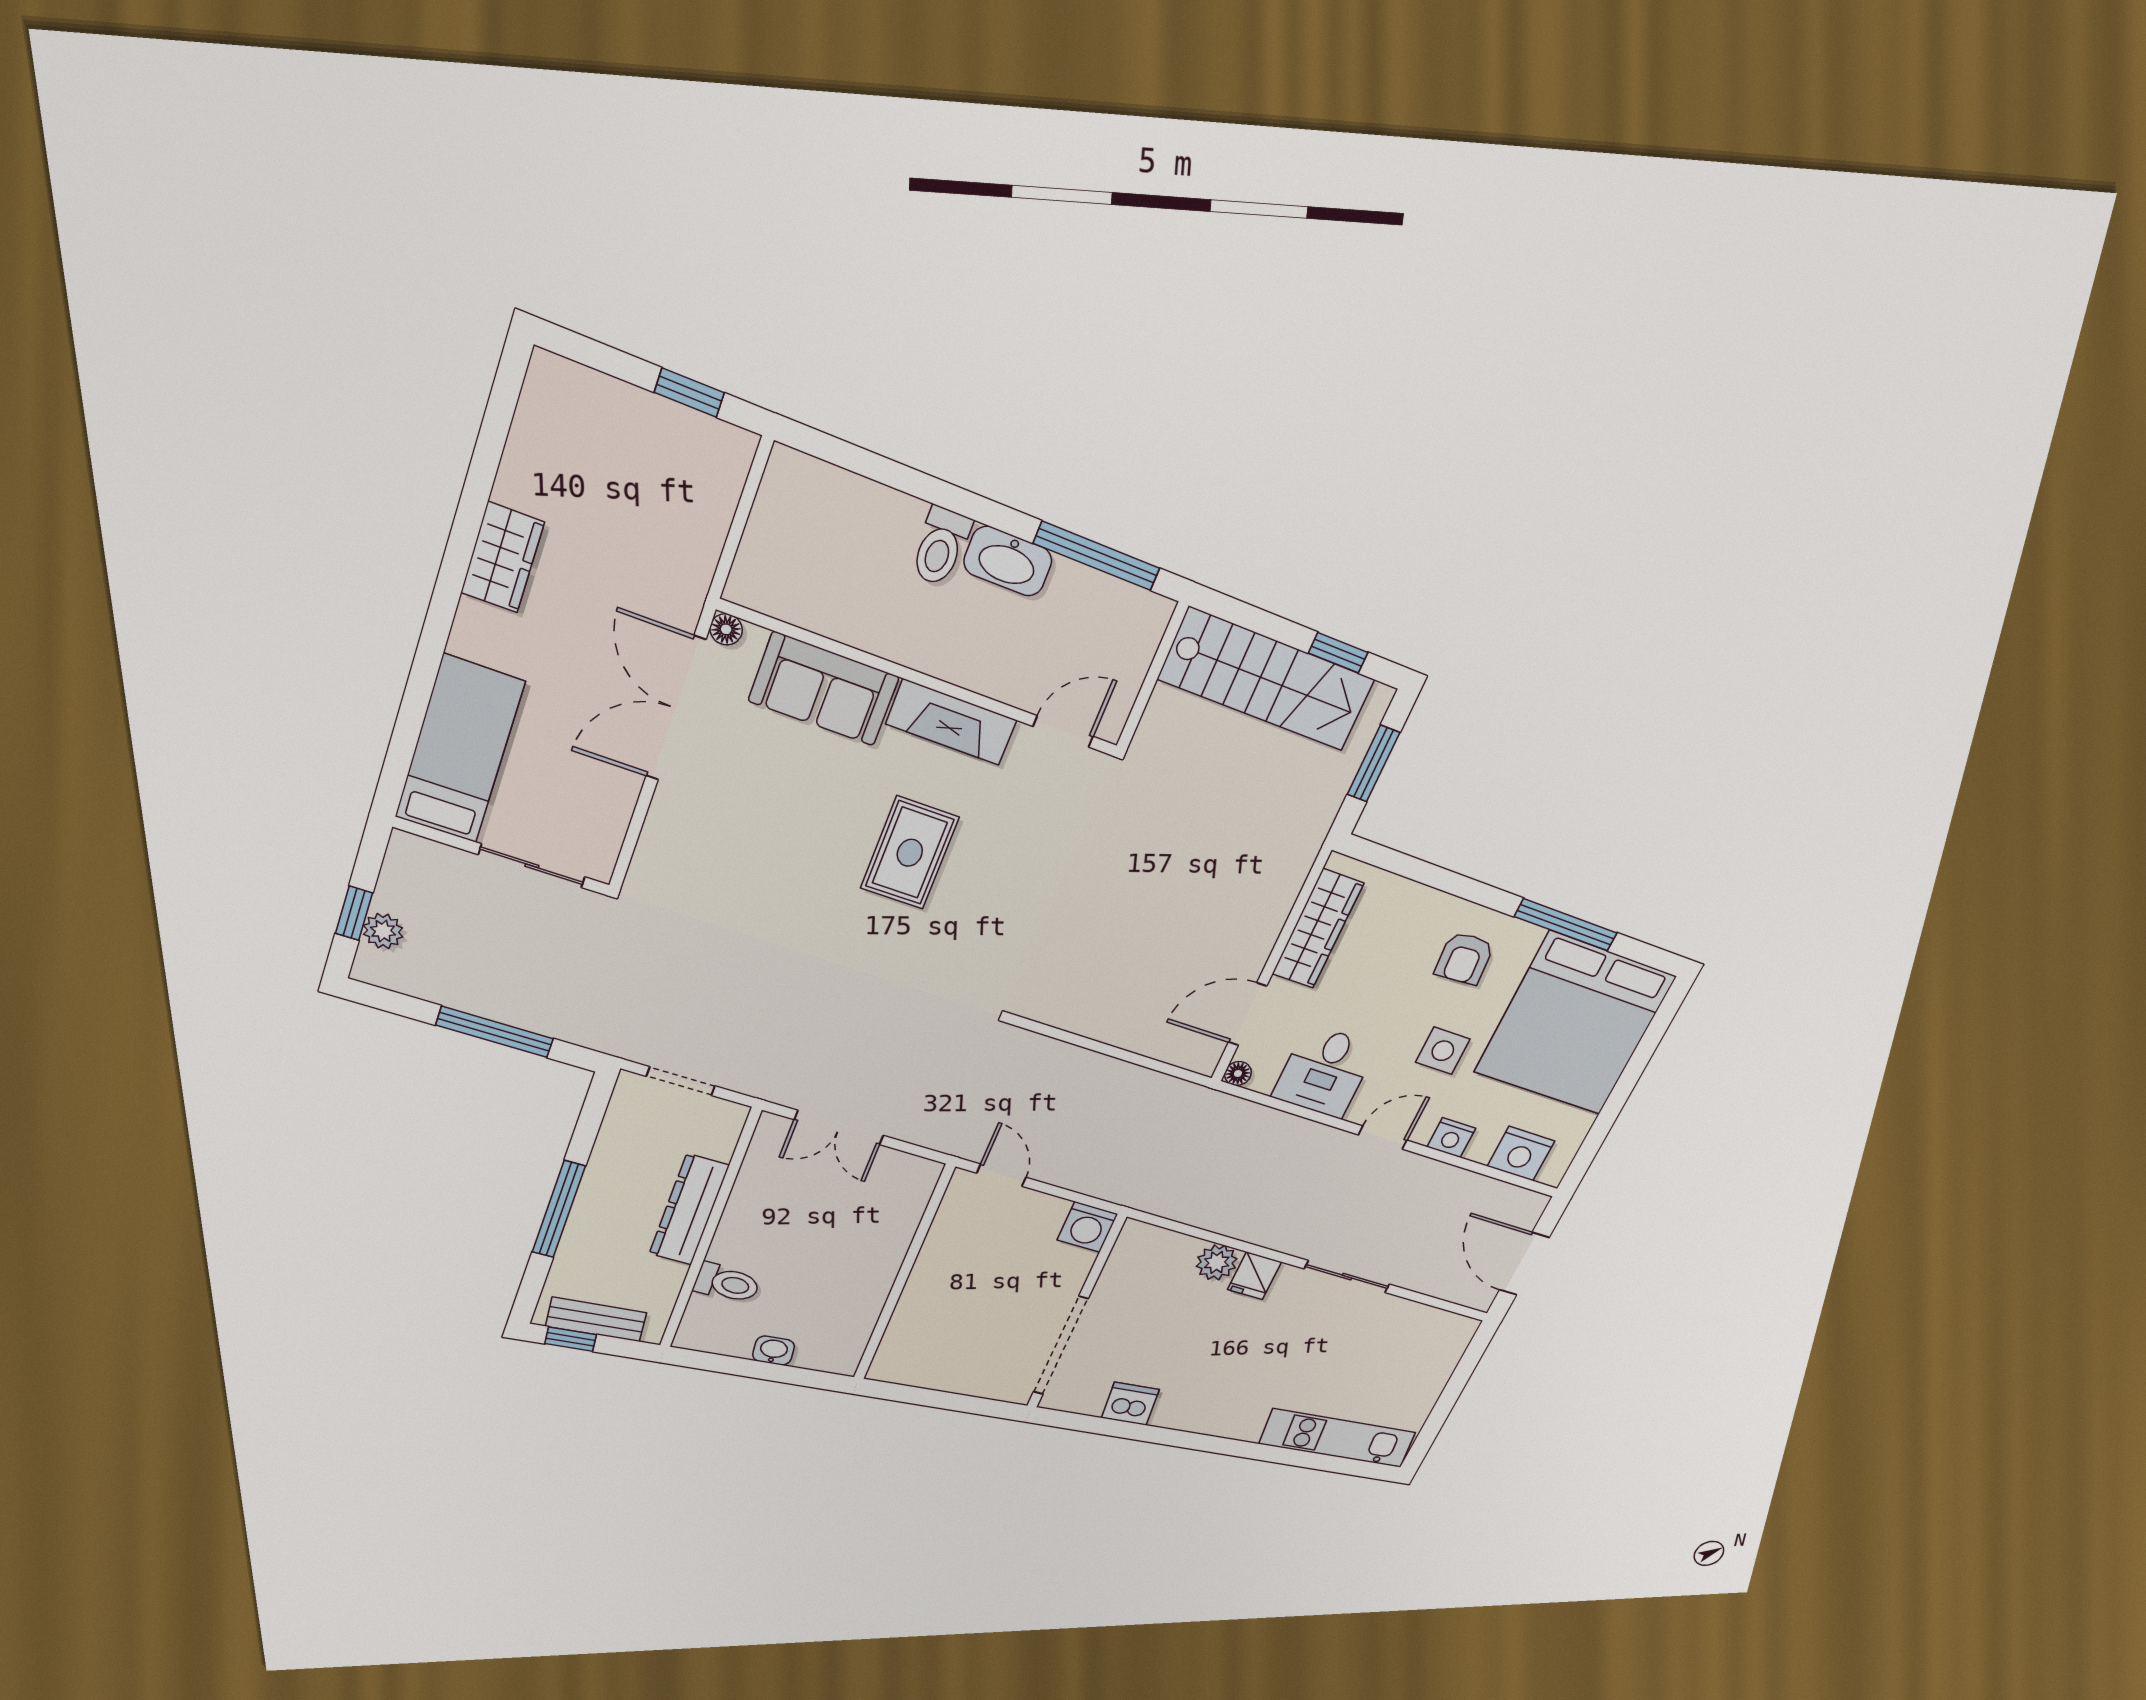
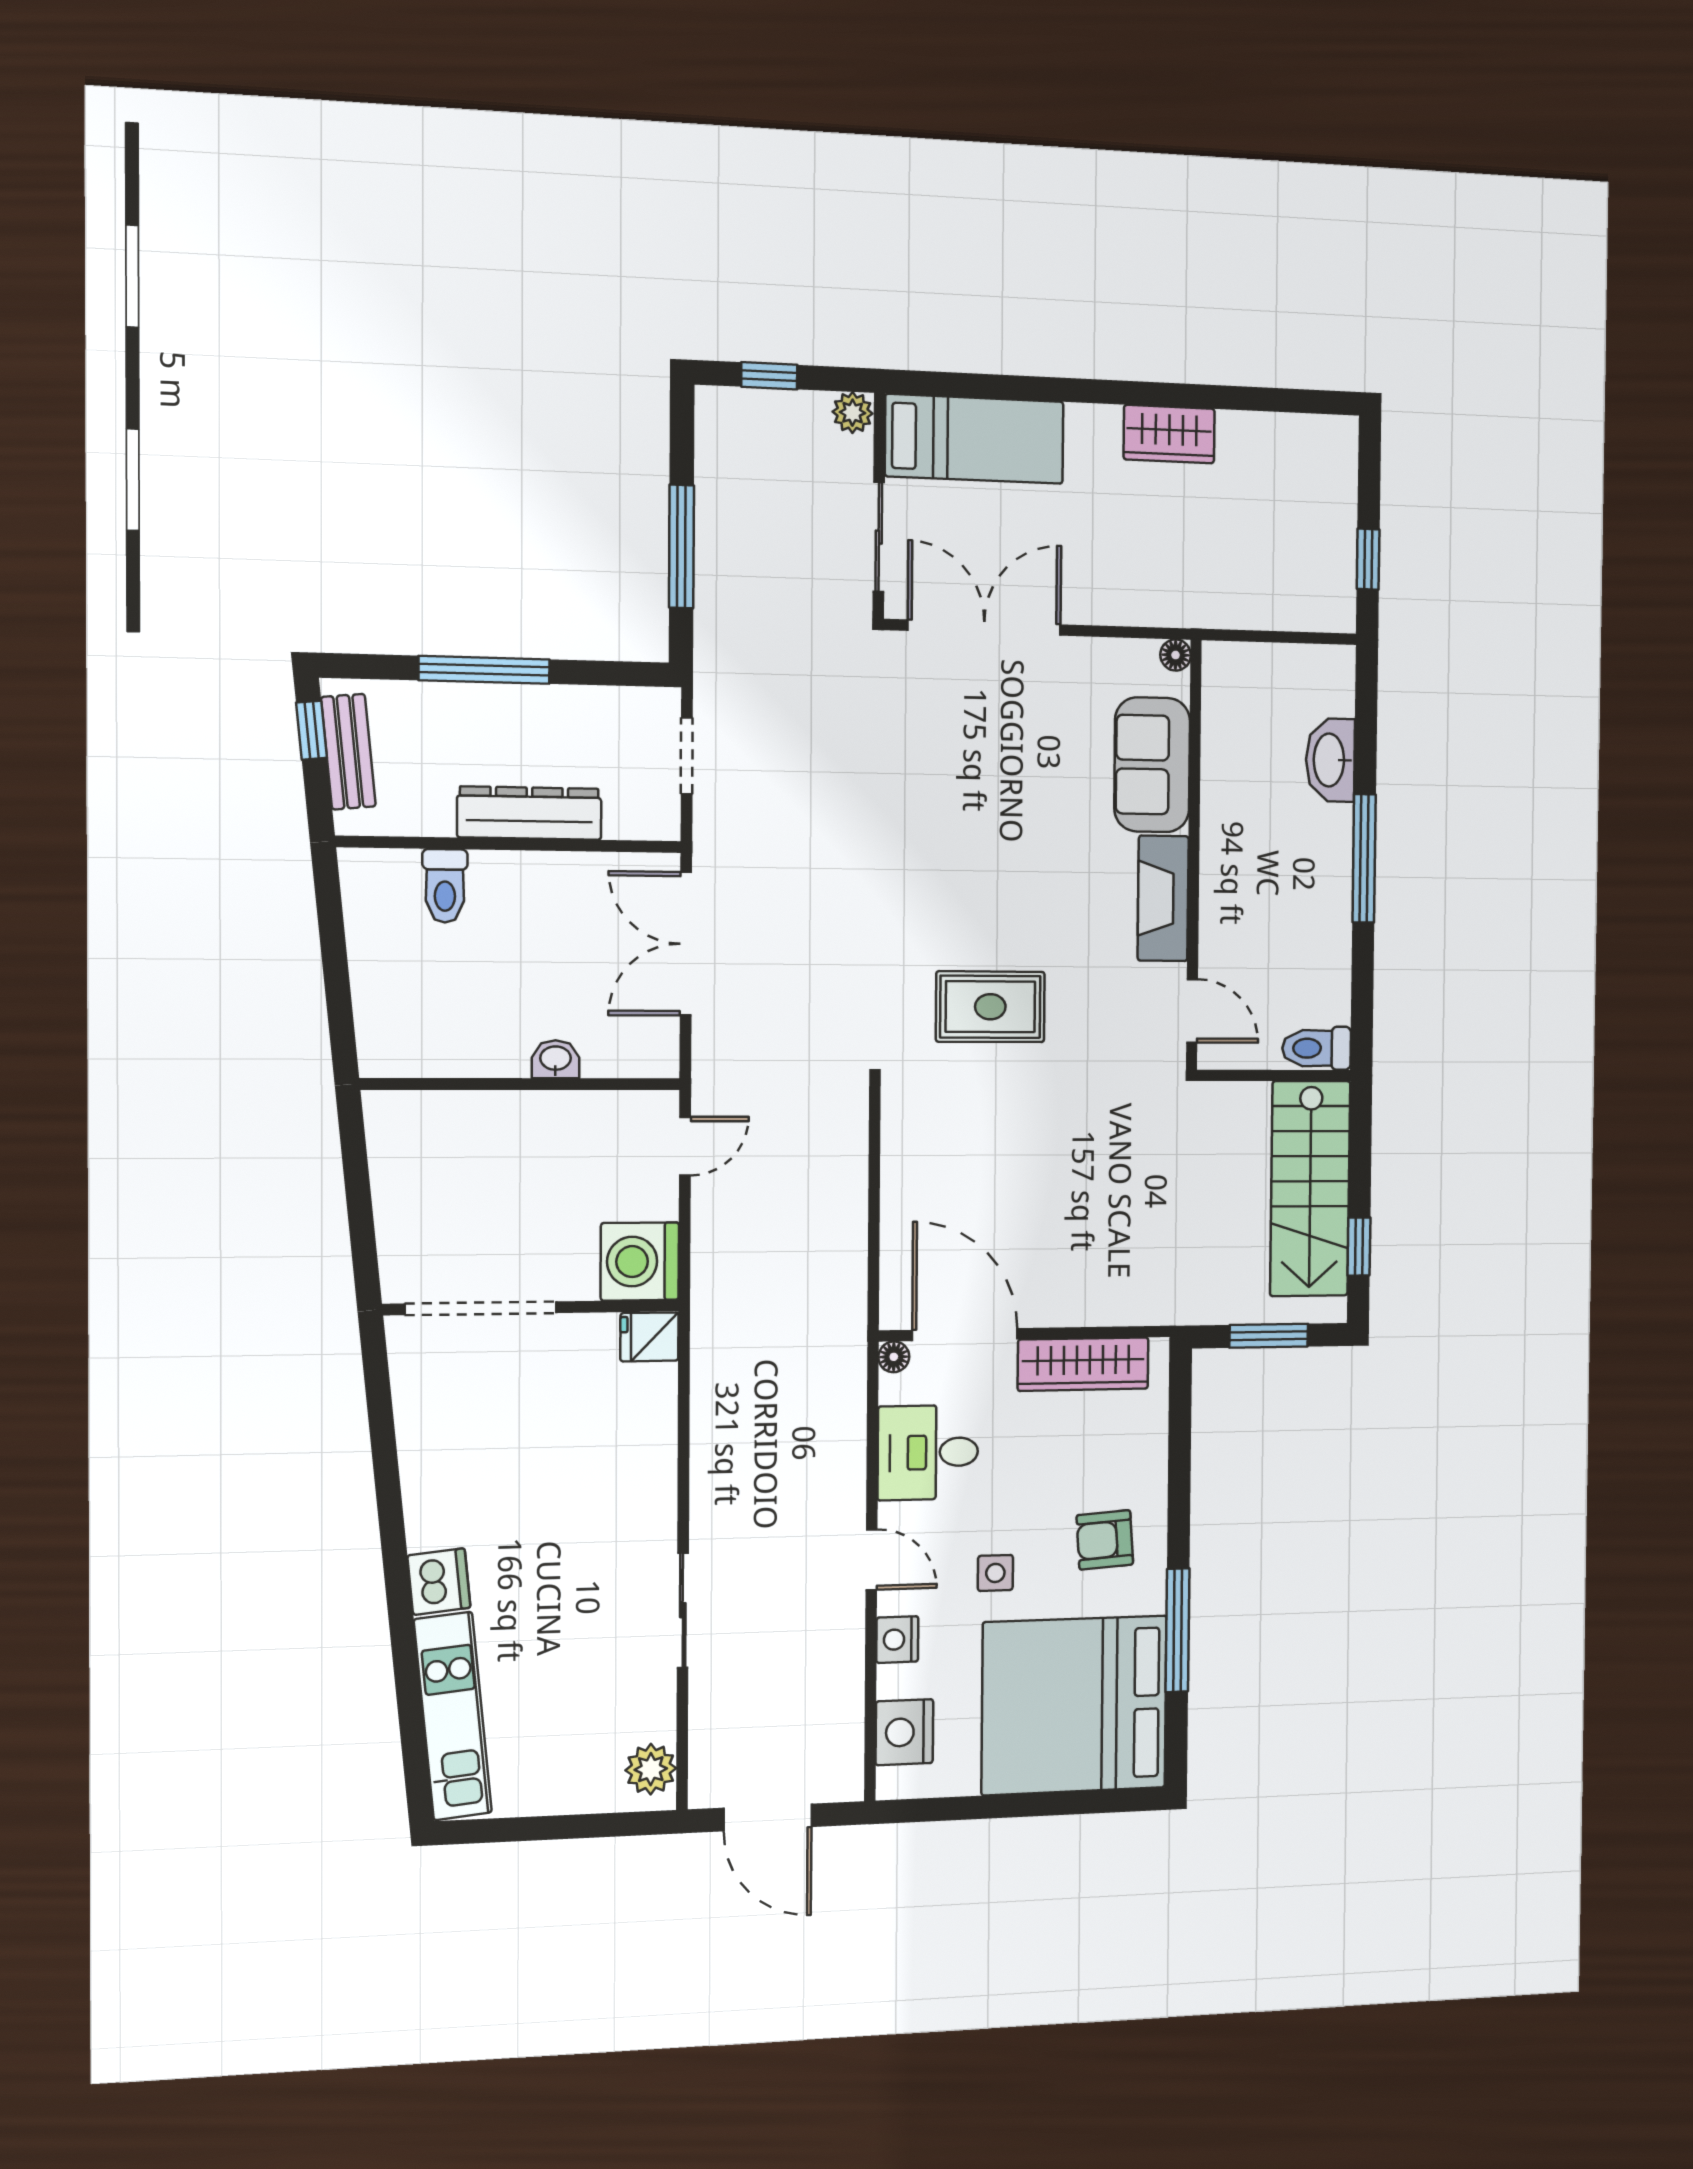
toilet: (941, 546) -> (1317, 1048), moved
window: (1097, 556) -> (1364, 858), moved
washbasin: (1008, 561) -> (1330, 760), moved
double door: (676, 708) -> (984, 628), moved
rug: (910, 853) -> (990, 1007), moved
plant: (383, 931) -> (853, 413), moved
door: (1248, 1014) -> (965, 1335), width x1.36
side table: (1443, 1051) -> (995, 1573), width x0.73, depth x0.73
double door: (839, 1128) -> (686, 944), width x1.37
washing machine: (1087, 1227) -> (640, 1261), width x1.37, depth x1.37
plant: (1217, 1262) -> (651, 1769), moved
door: (1524, 1264) -> (768, 1817), swing flipped
fridge: (1255, 1276) -> (649, 1337), moved
washbasin: (774, 1351) -> (556, 1059), moved, turned -84
dishwasher: (1130, 1404) -> (439, 1582), moved

